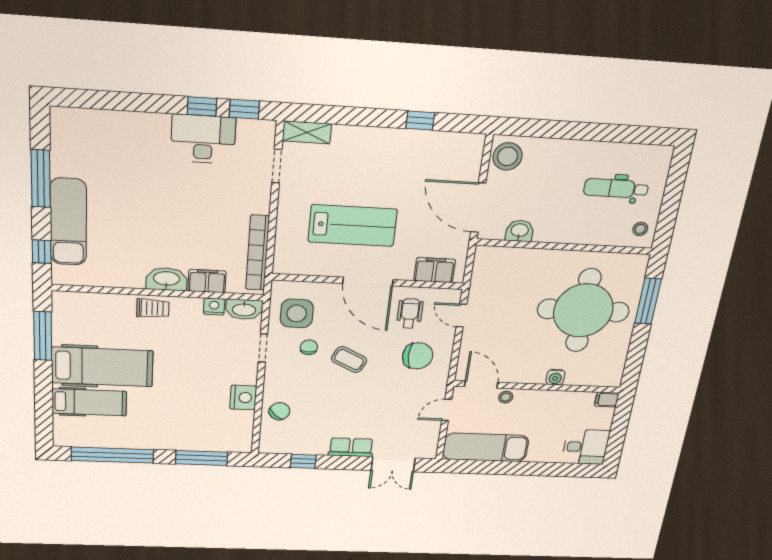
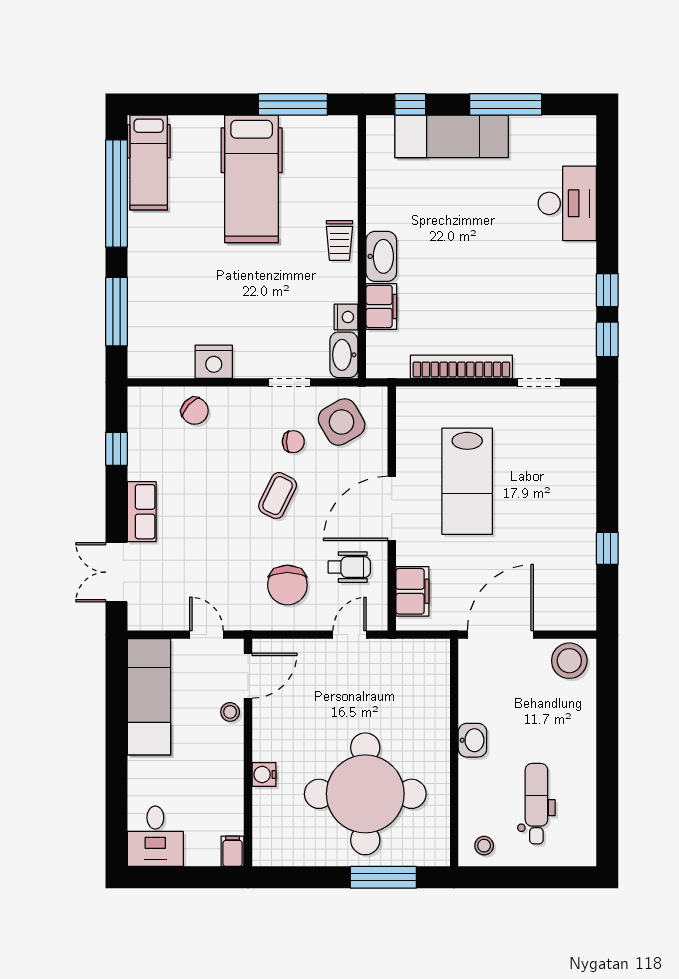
shelving: (307, 132) -> (584, 415), removed
desk: (203, 139) -> (567, 203), moved
washbasin: (520, 231) -> (472, 740), moved
bookcase: (258, 253) -> (461, 367), moved
side table: (297, 313) -> (342, 422), turned -30
hospital bed: (89, 402) -> (149, 163), moved

